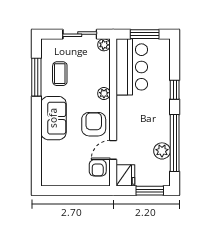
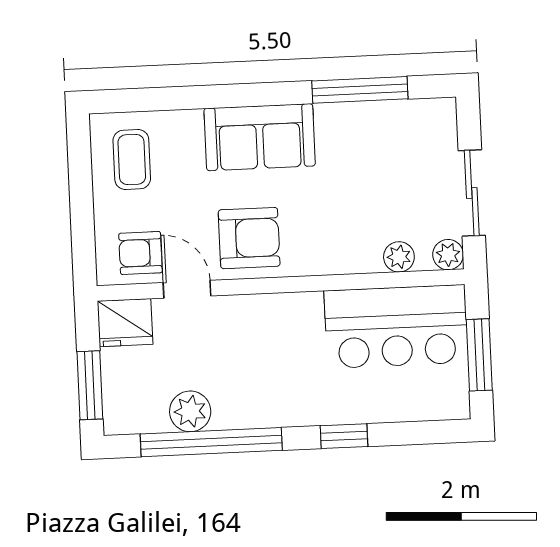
coffee table: (60, 74) -> (132, 160), moved, turned 90
plant: (104, 94) -> (399, 257), moved

